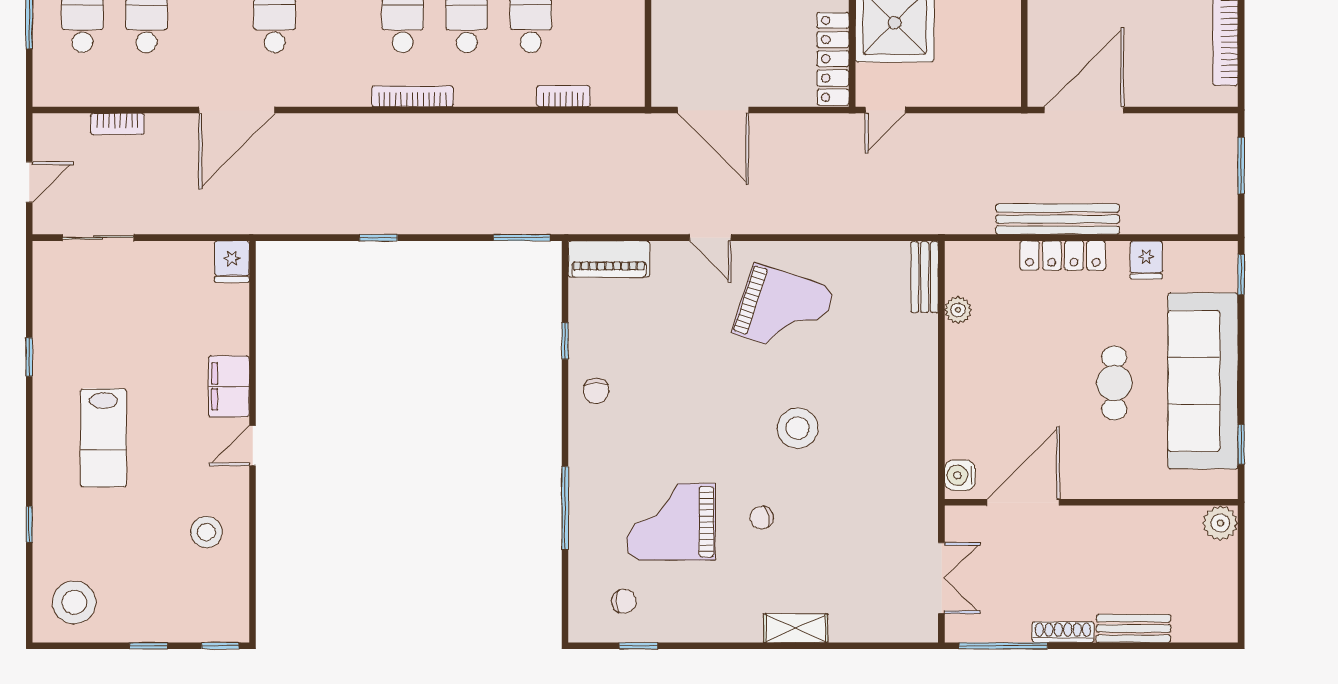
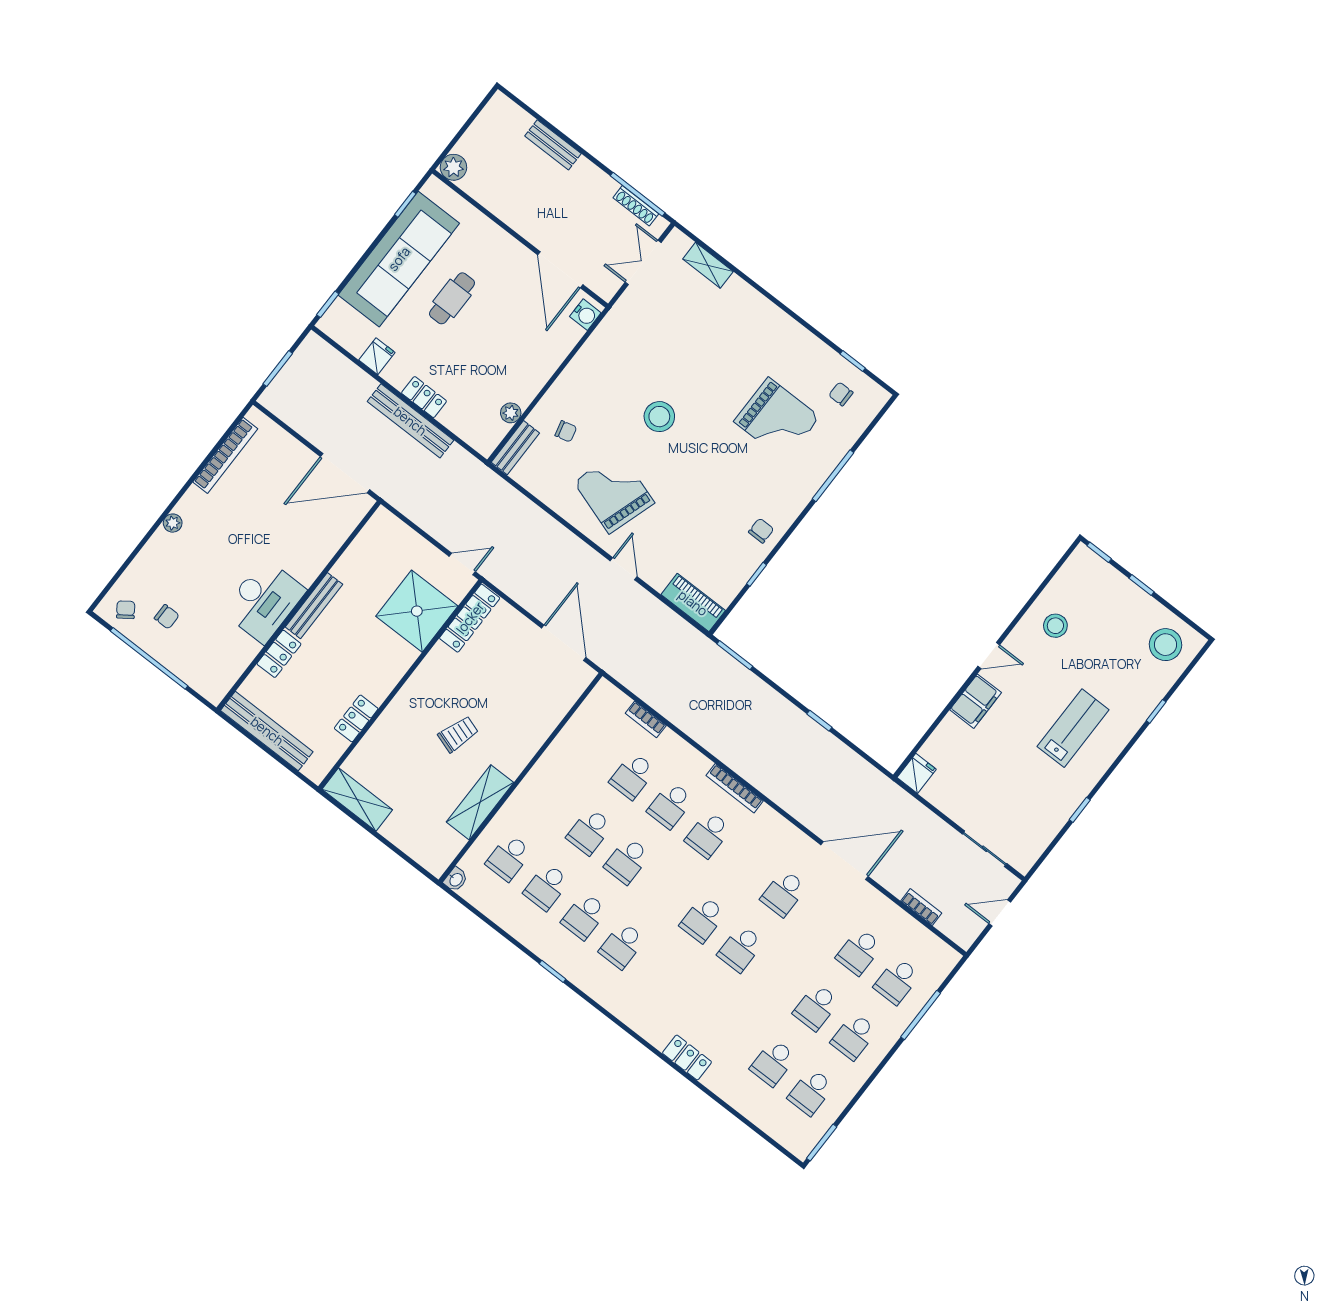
locker: (1063, 255) -> (424, 397), width x0.66
door: (1023, 502) -> (560, 270), hinge flipped
chair: (762, 517) -> (566, 431), moved
shelving: (796, 628) -> (708, 265), moved
shoe rack: (1063, 632) -> (636, 206), moved

